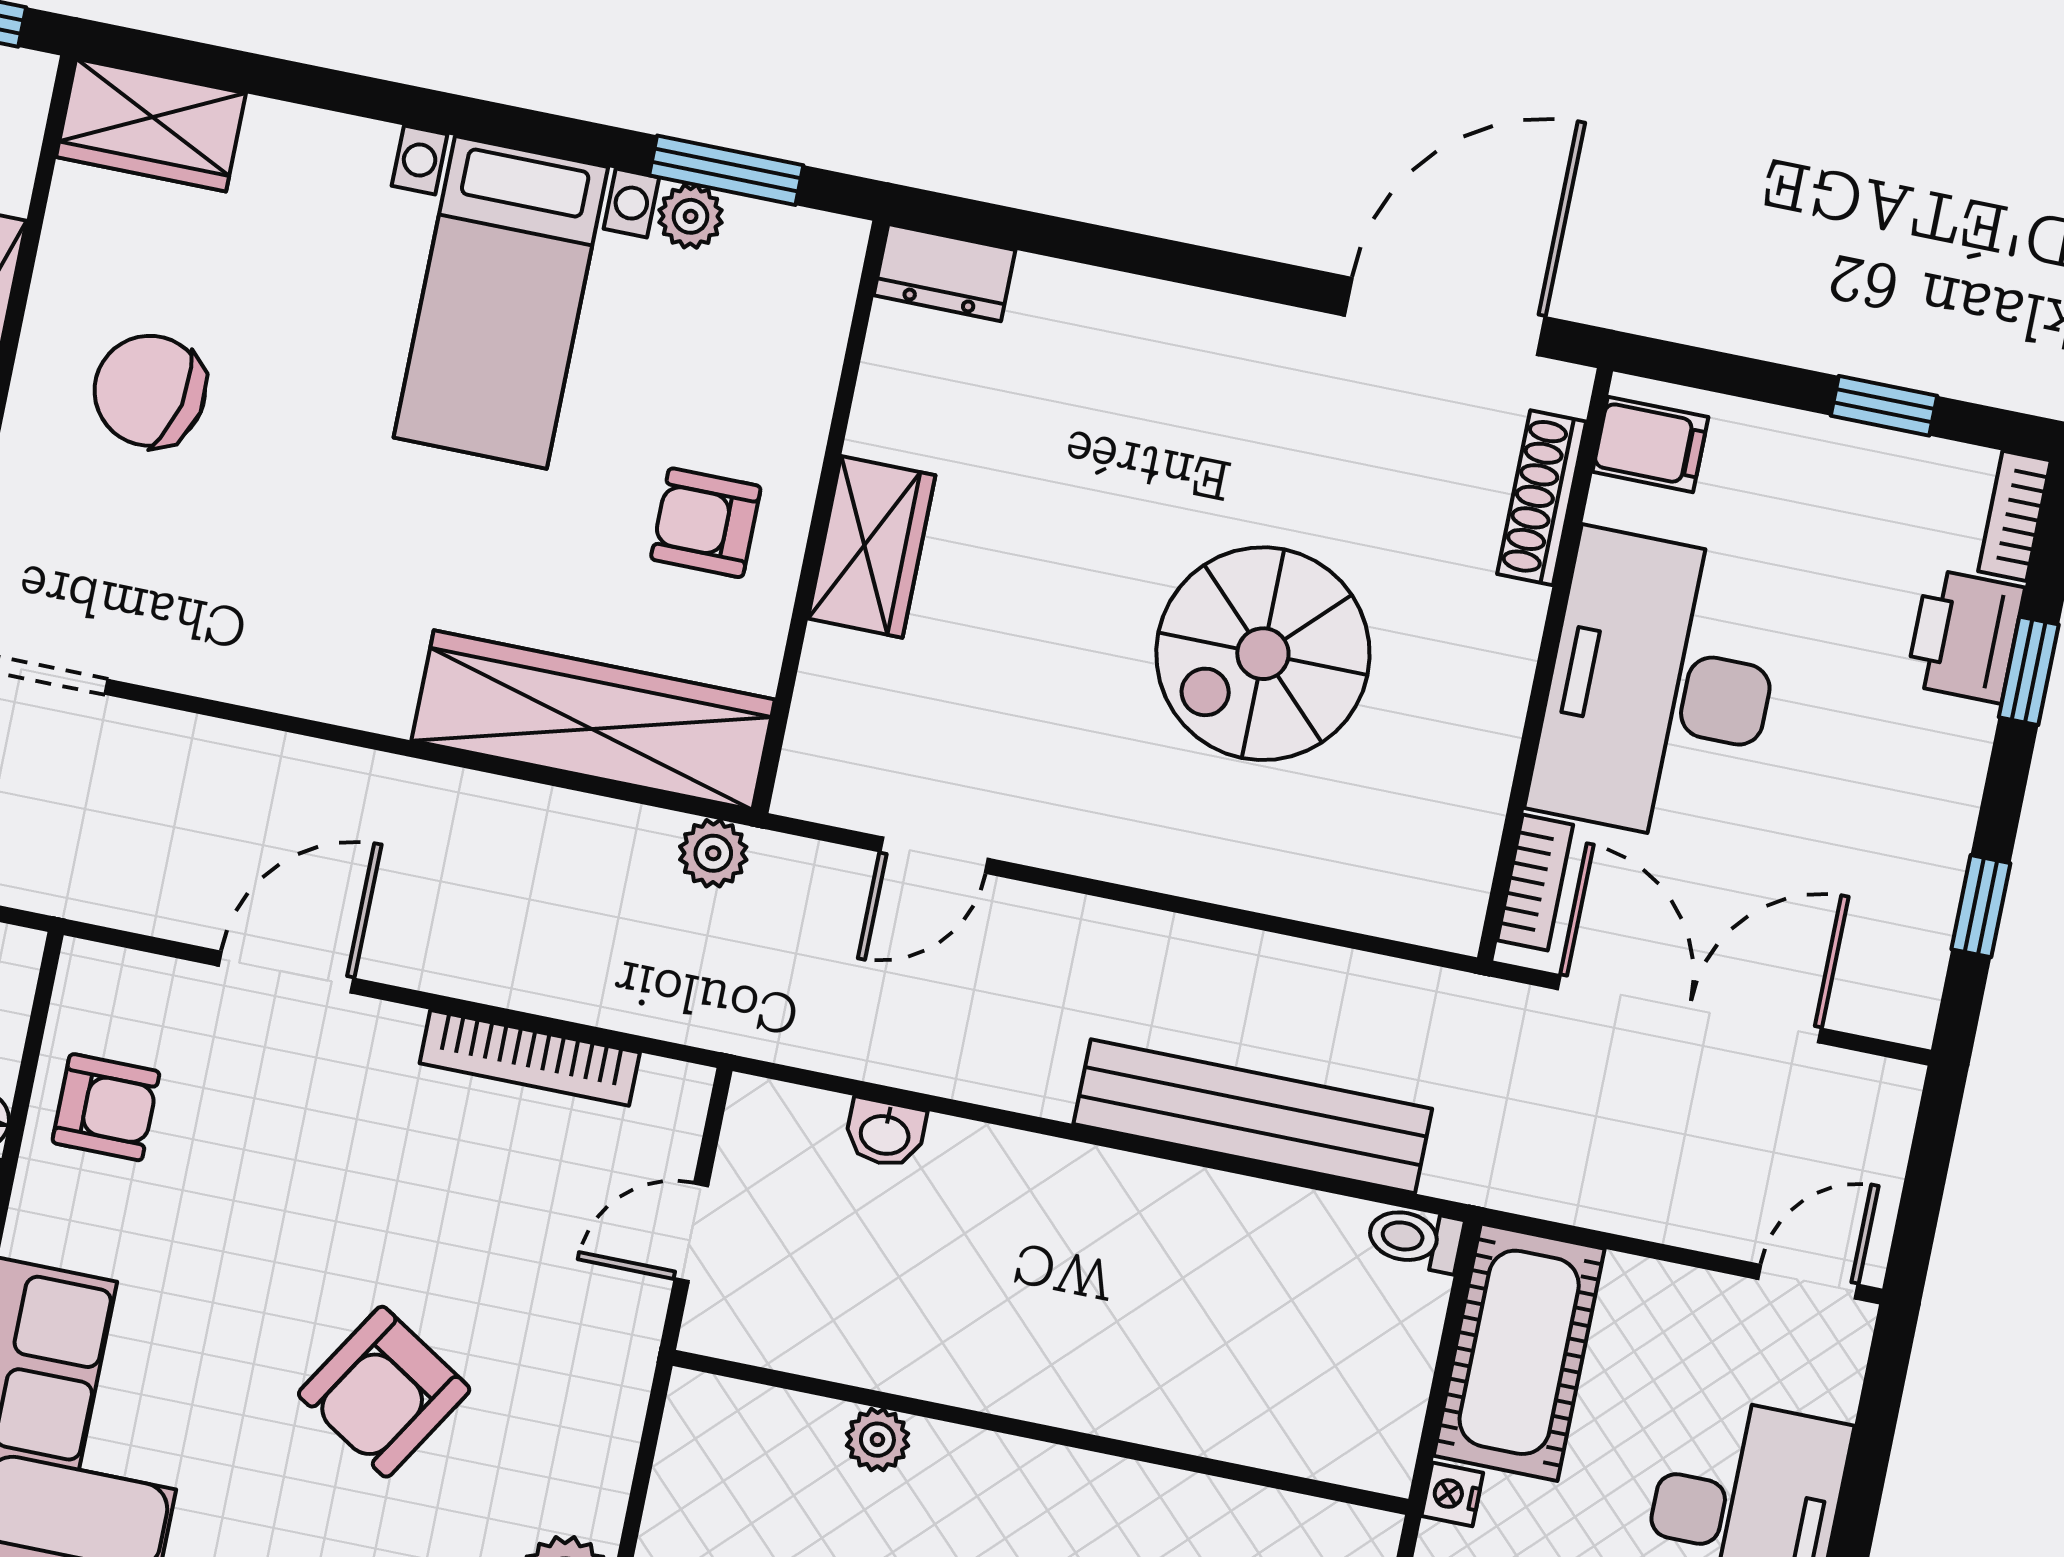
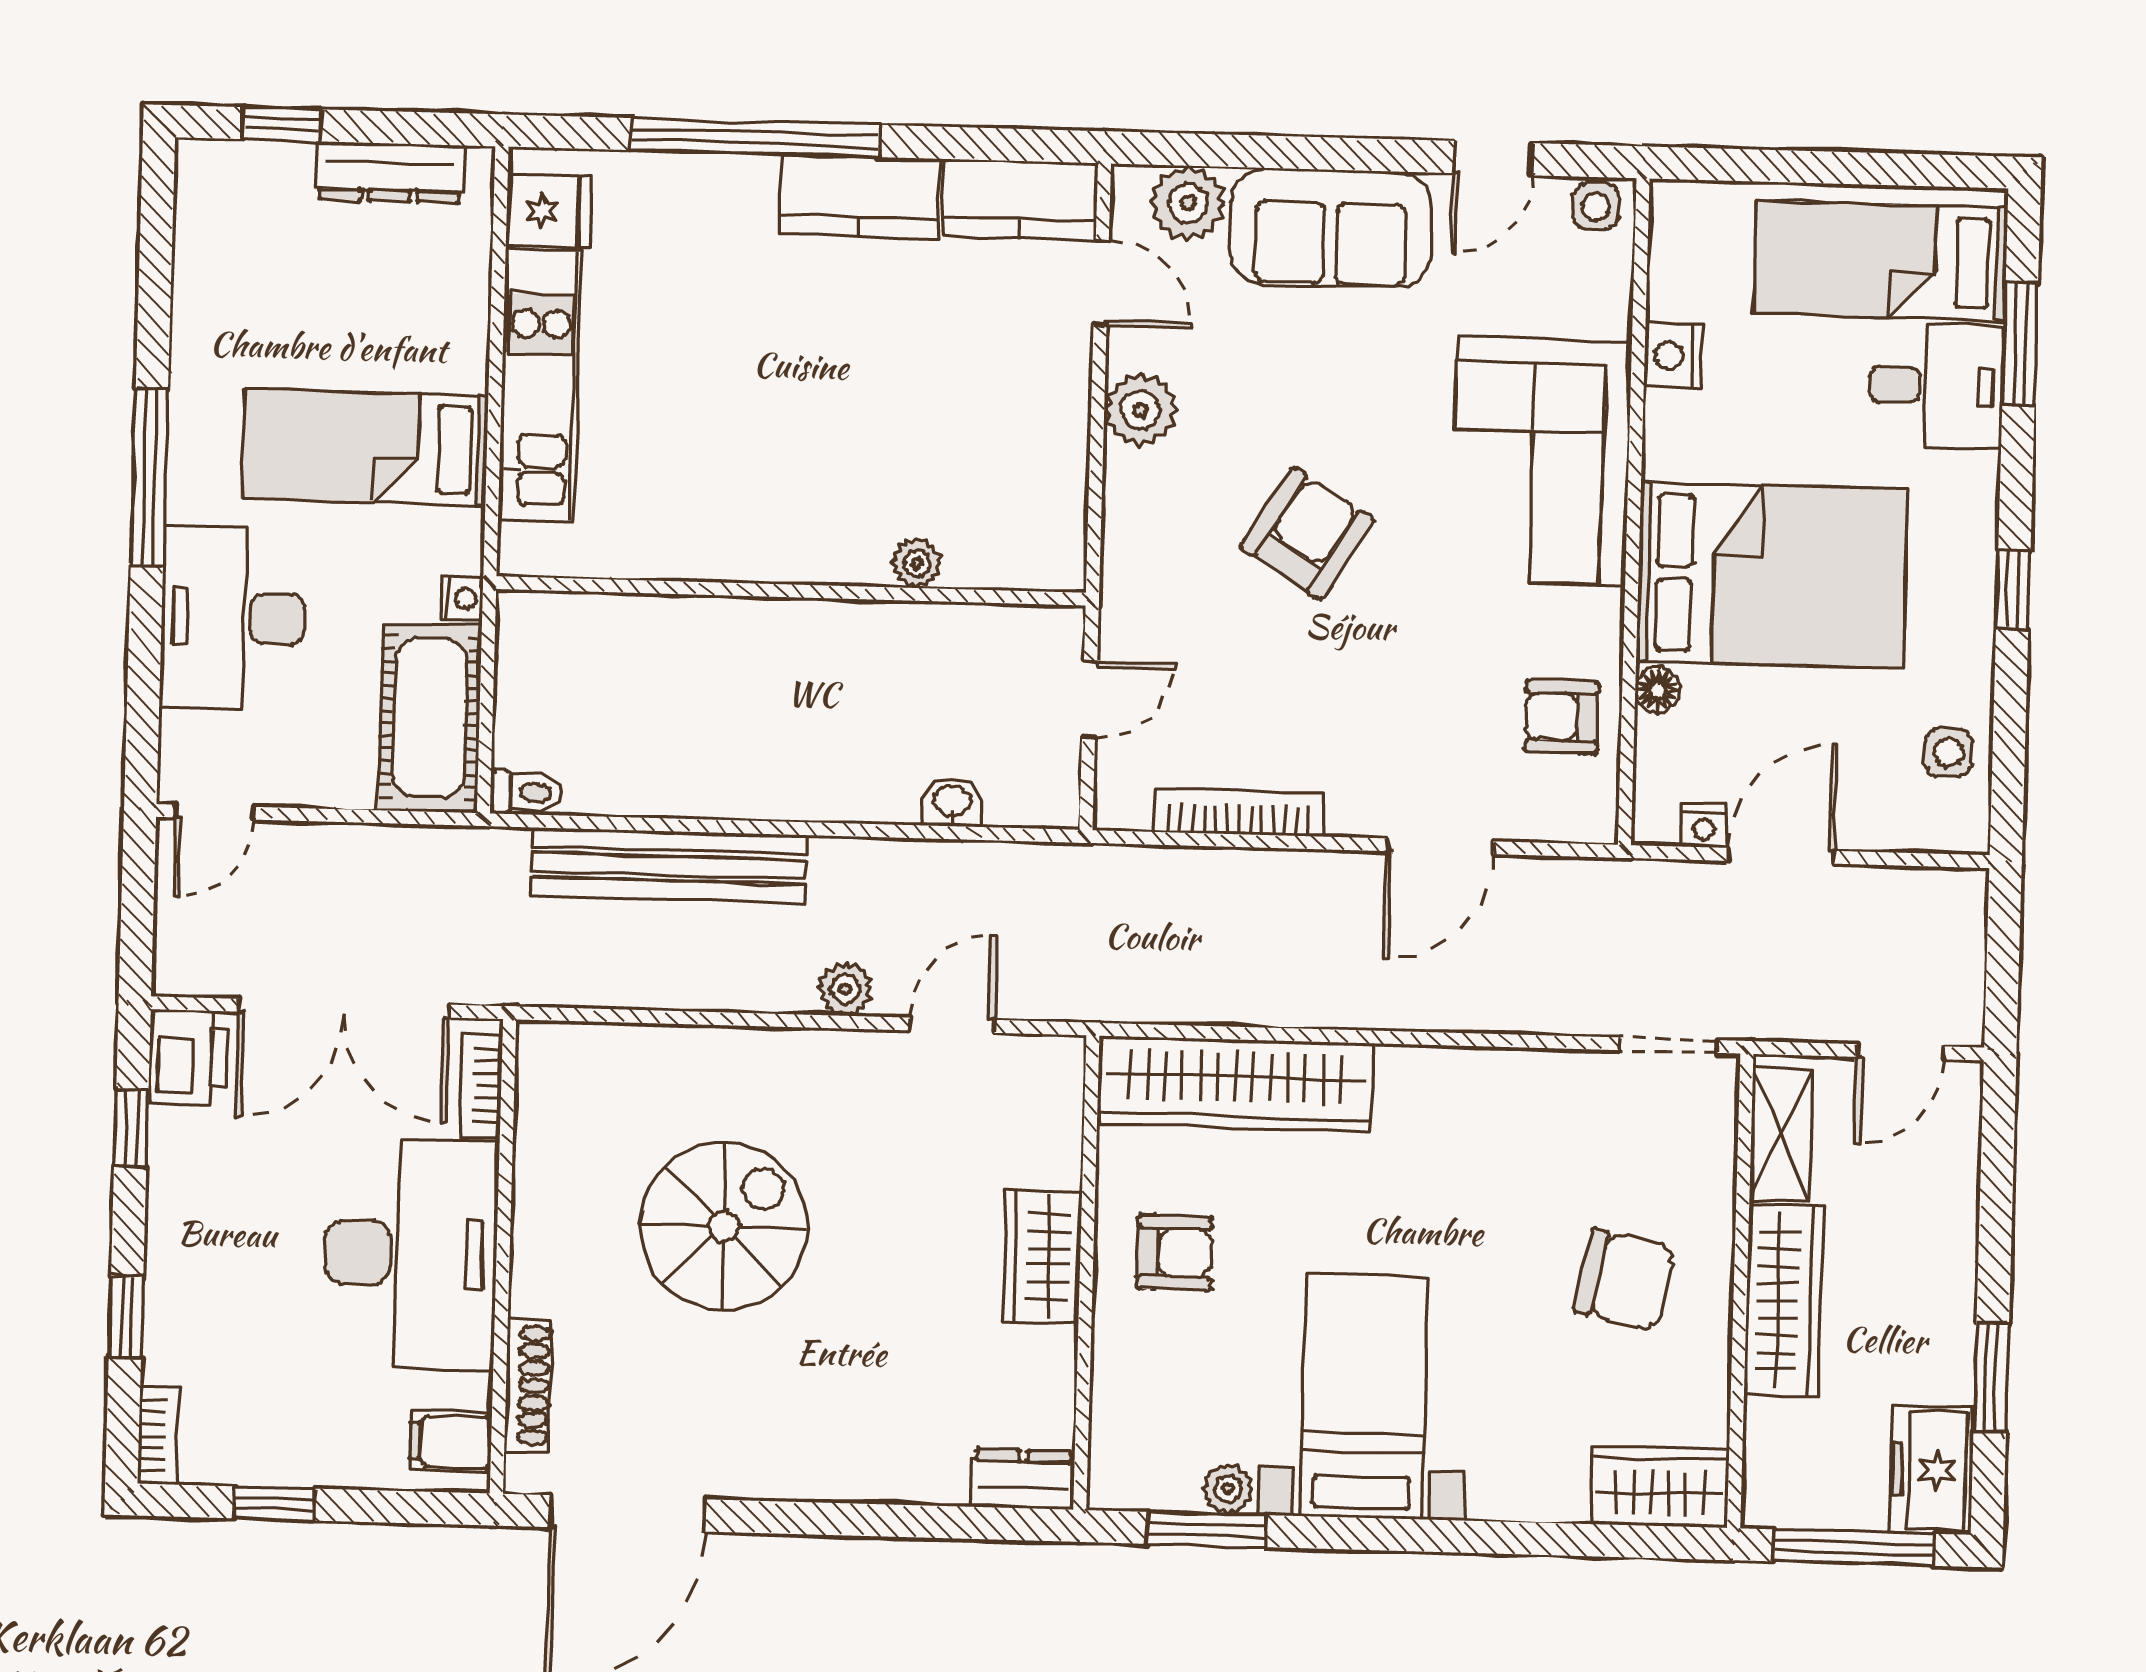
printer: (1965, 636) -> (188, 1057), moved
plant: (713, 853) -> (845, 989), moved

